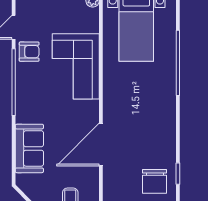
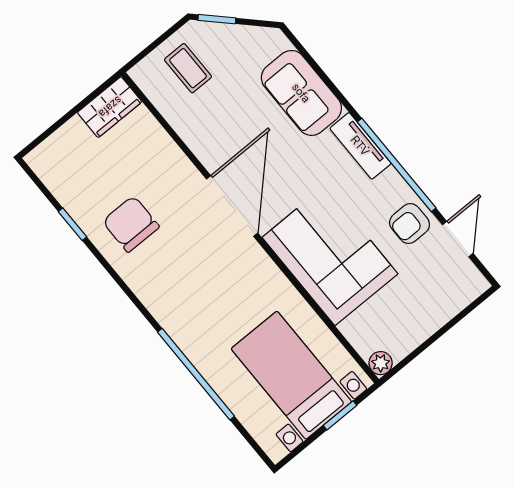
tv unit: (23, 104) -> (360, 146), added
door: (101, 144) -> (232, 206), moved
chair: (155, 181) -> (131, 224), moved

